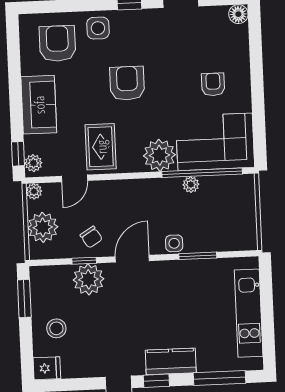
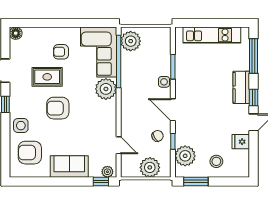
rug: (101, 147) -> (47, 77), moved
plant: (191, 185) -> (131, 41), moved, width x1.88, depth x1.88
plant: (34, 191) -> (126, 172), removed
plant: (88, 279) -> (185, 156), moved
fridge: (47, 368) -> (241, 142), moved, turned -90

